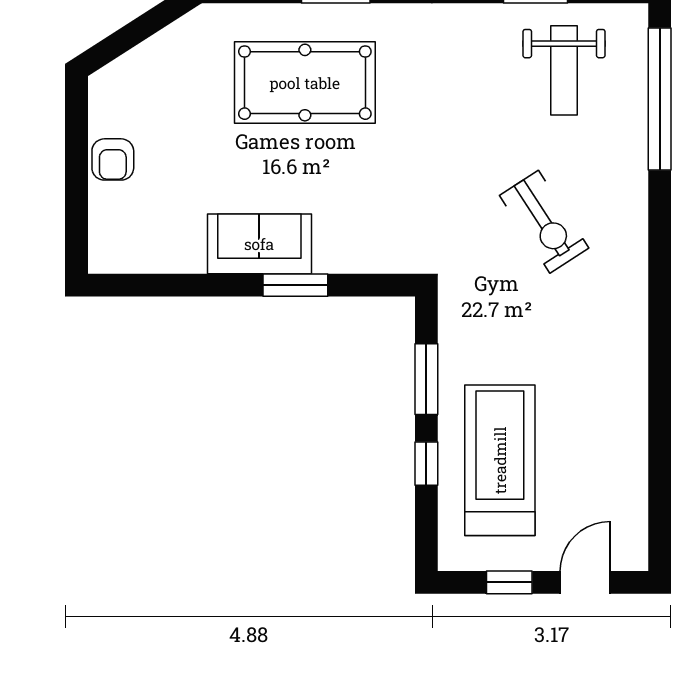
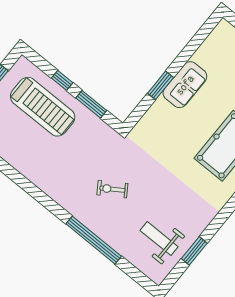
window: (660, 99) -> (94, 240), moved
exercise bike: (544, 222) -> (112, 189), width x0.73, depth x0.72

